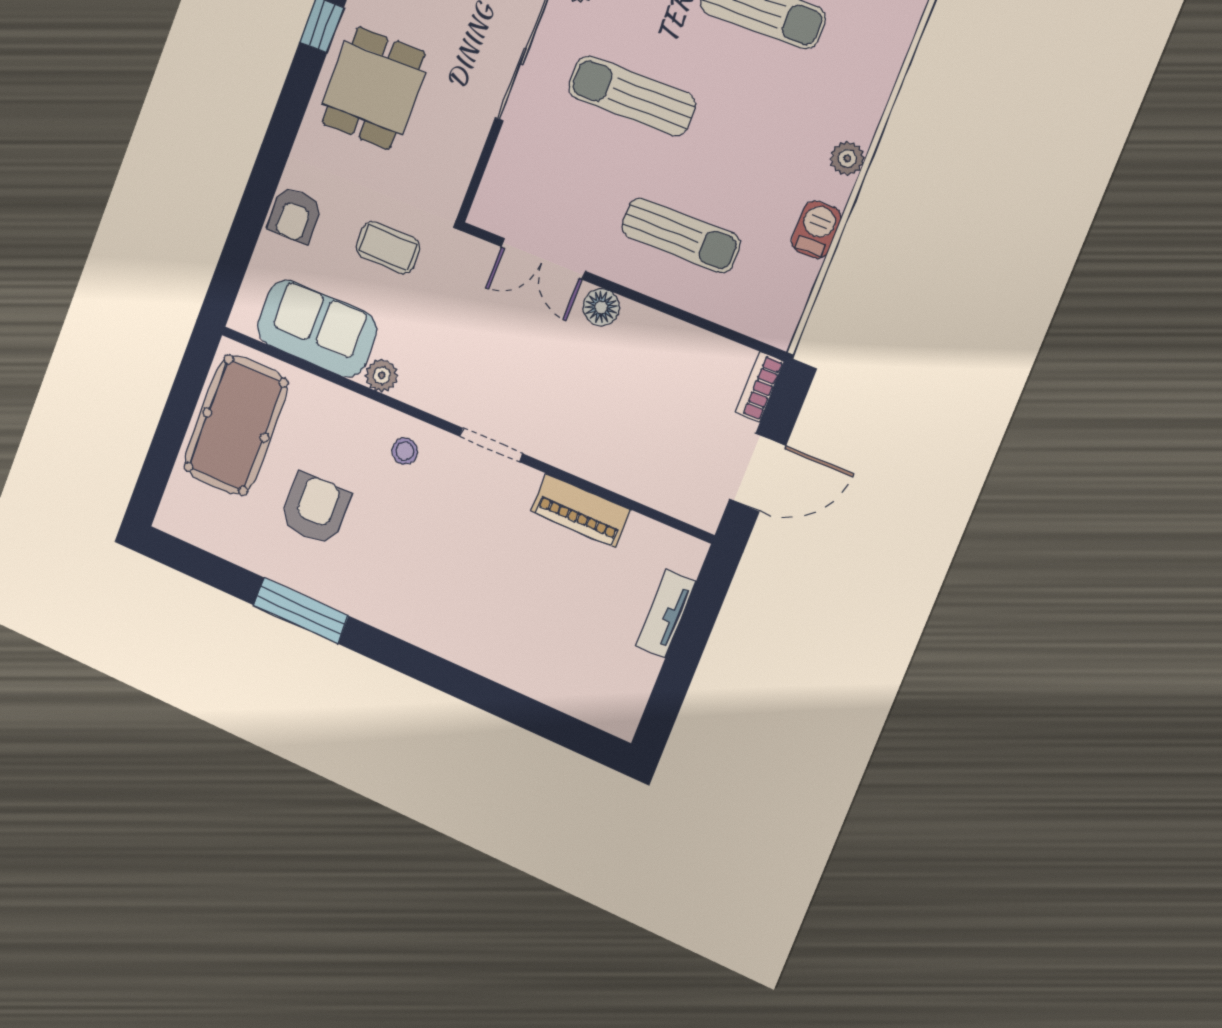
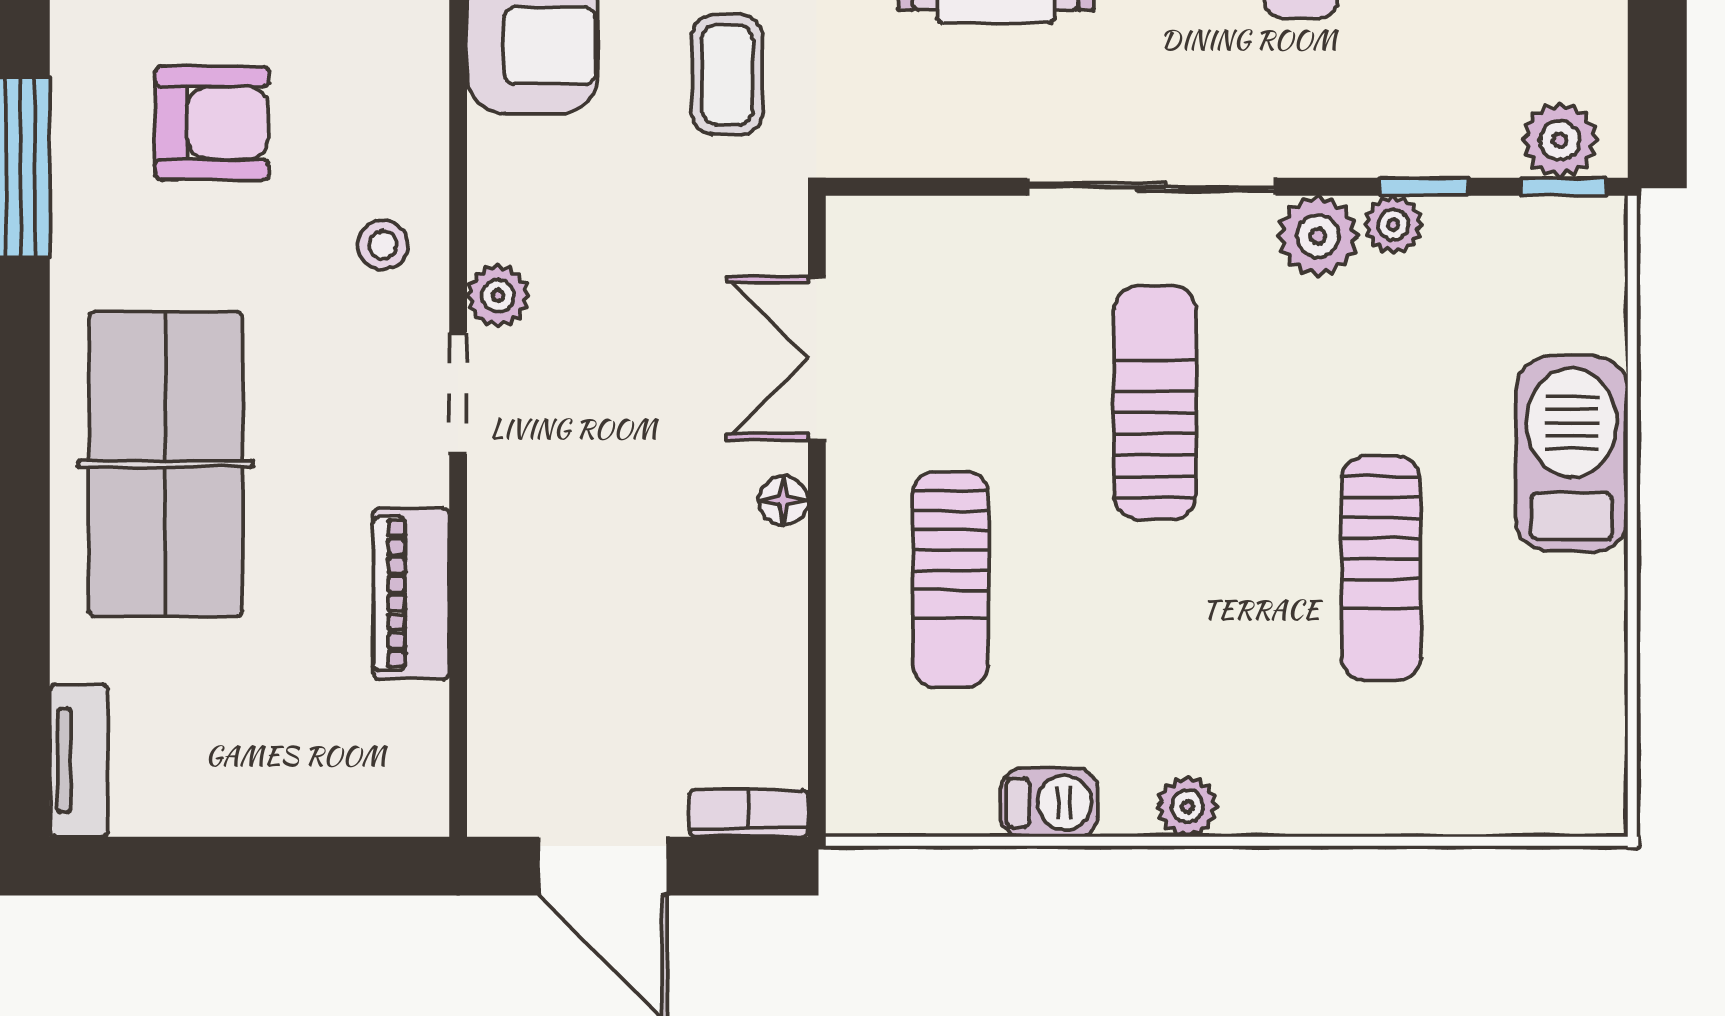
floor lamp: (601, 307) -> (783, 501), width x0.73, depth x0.73
plant: (382, 376) -> (498, 296), moved
table tennis table: (469, 604) -> (166, 464), added
tv unit: (666, 613) -> (79, 761), moved, turned 90

